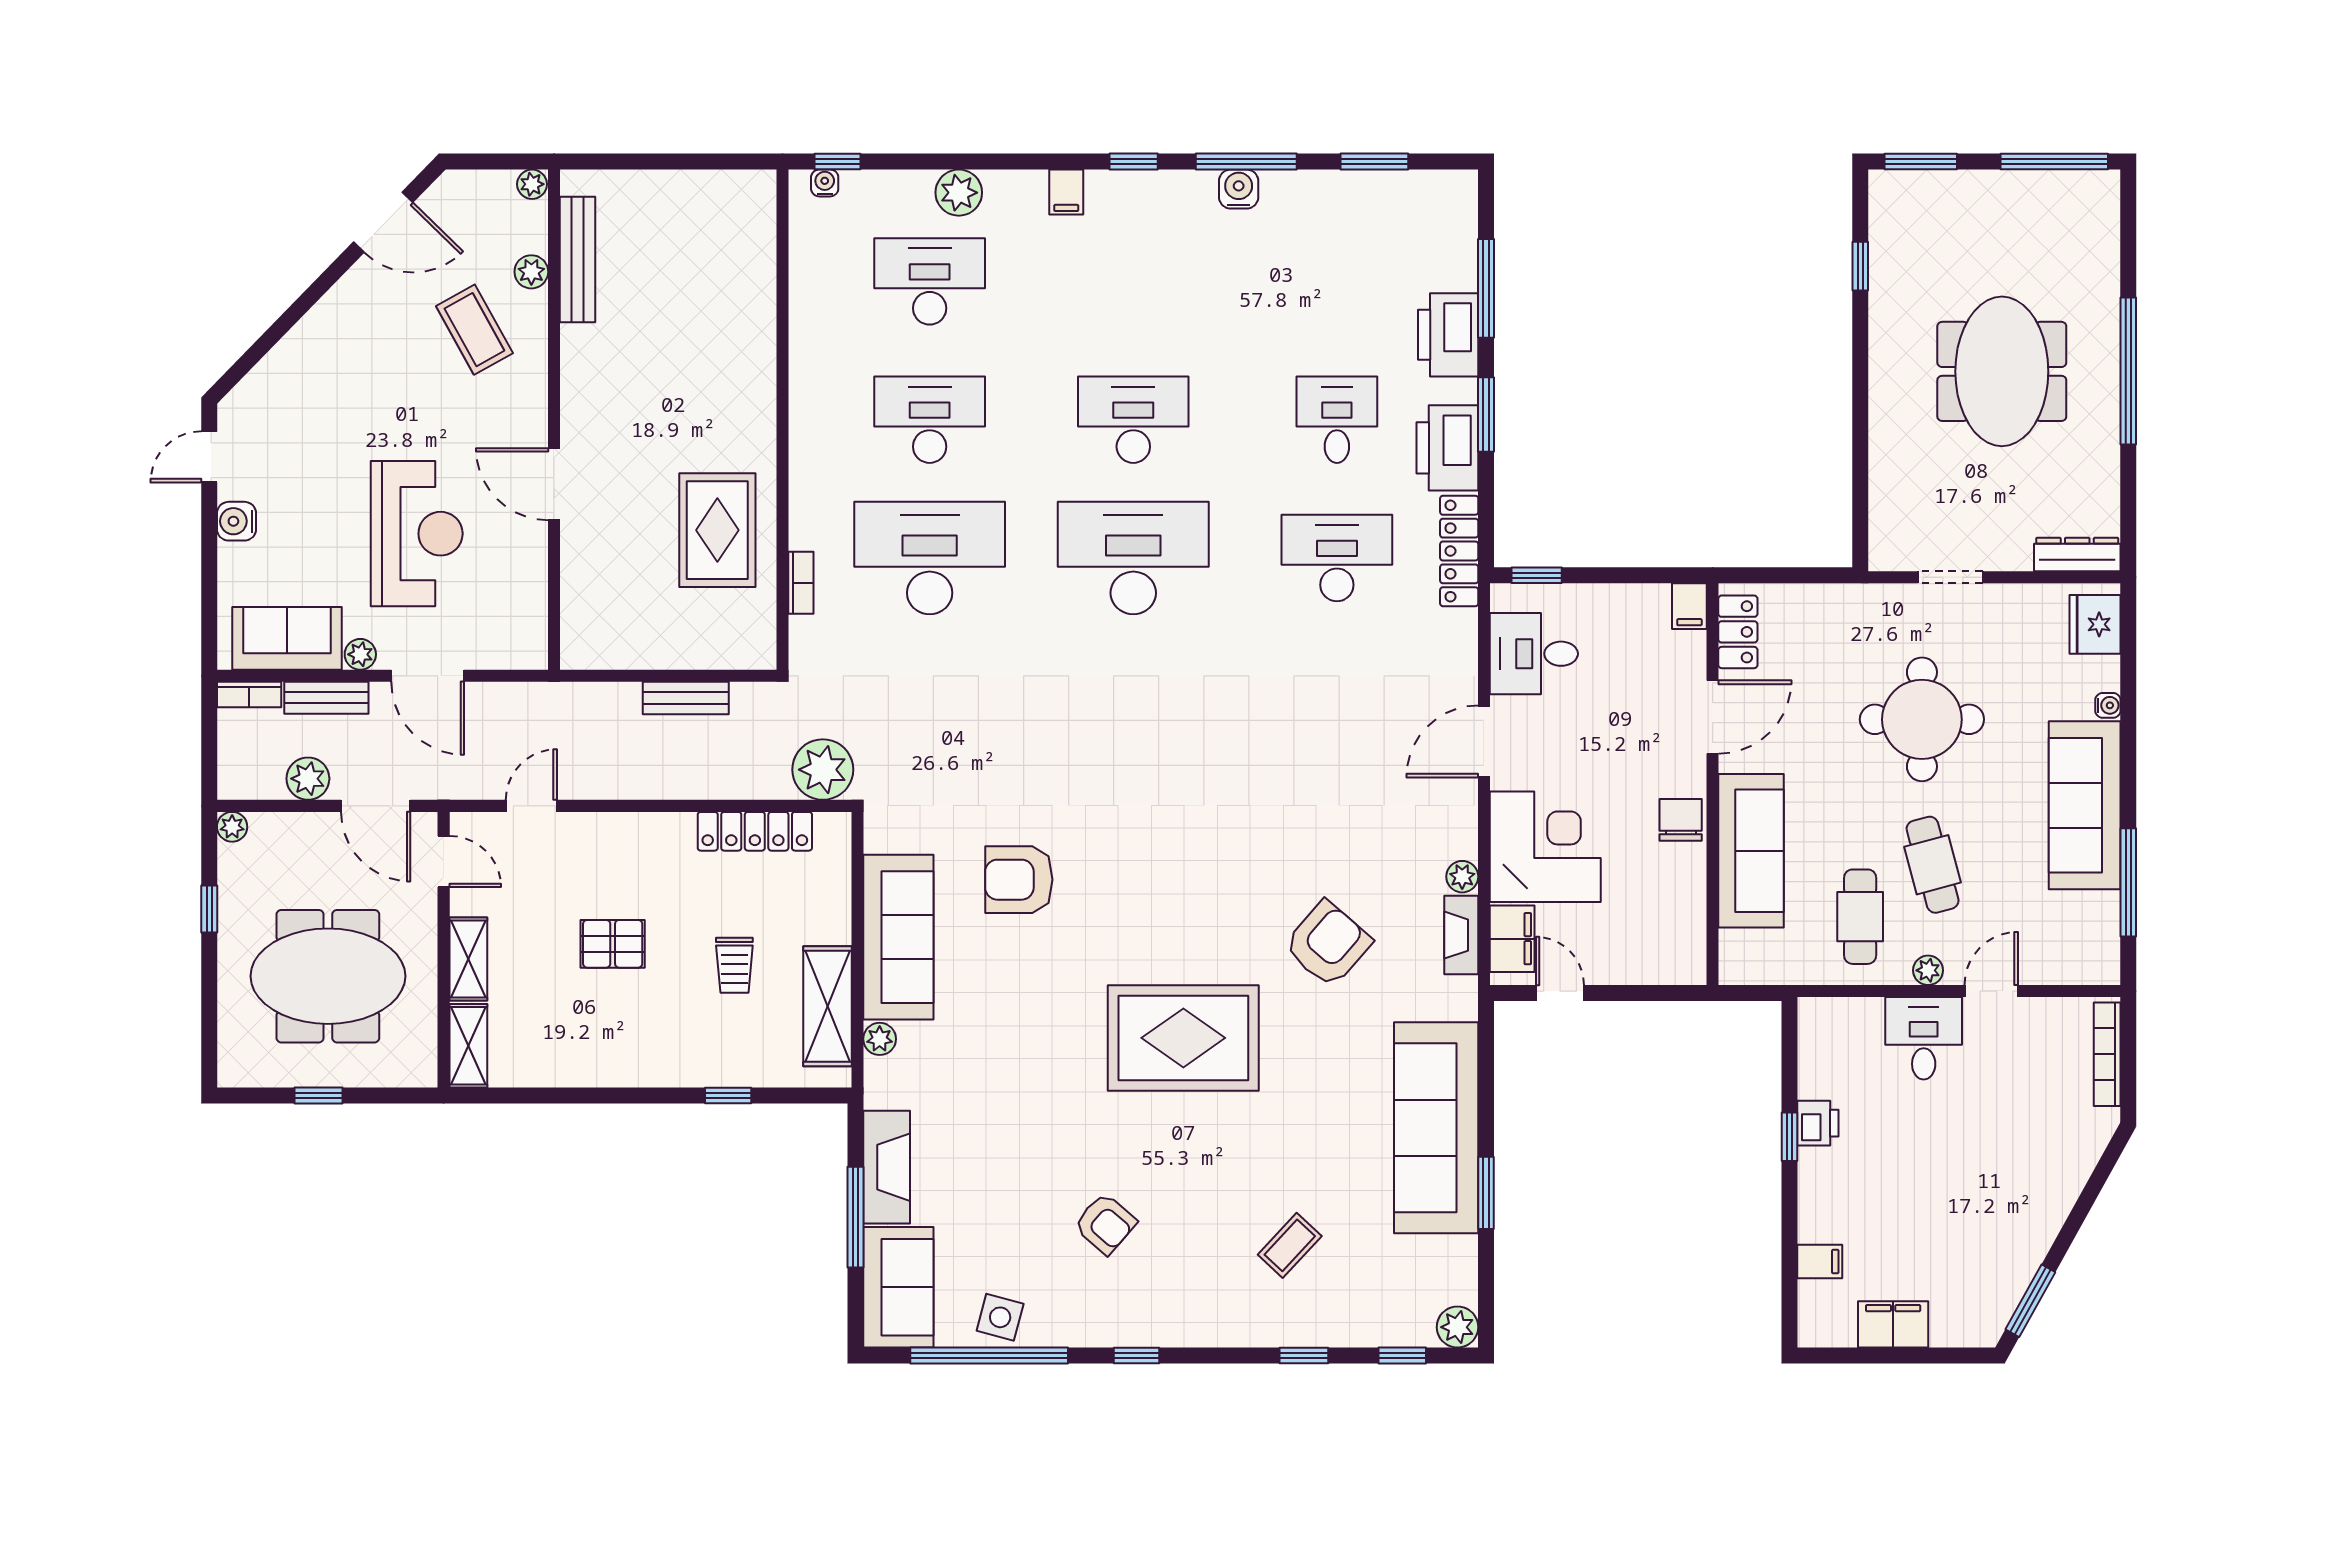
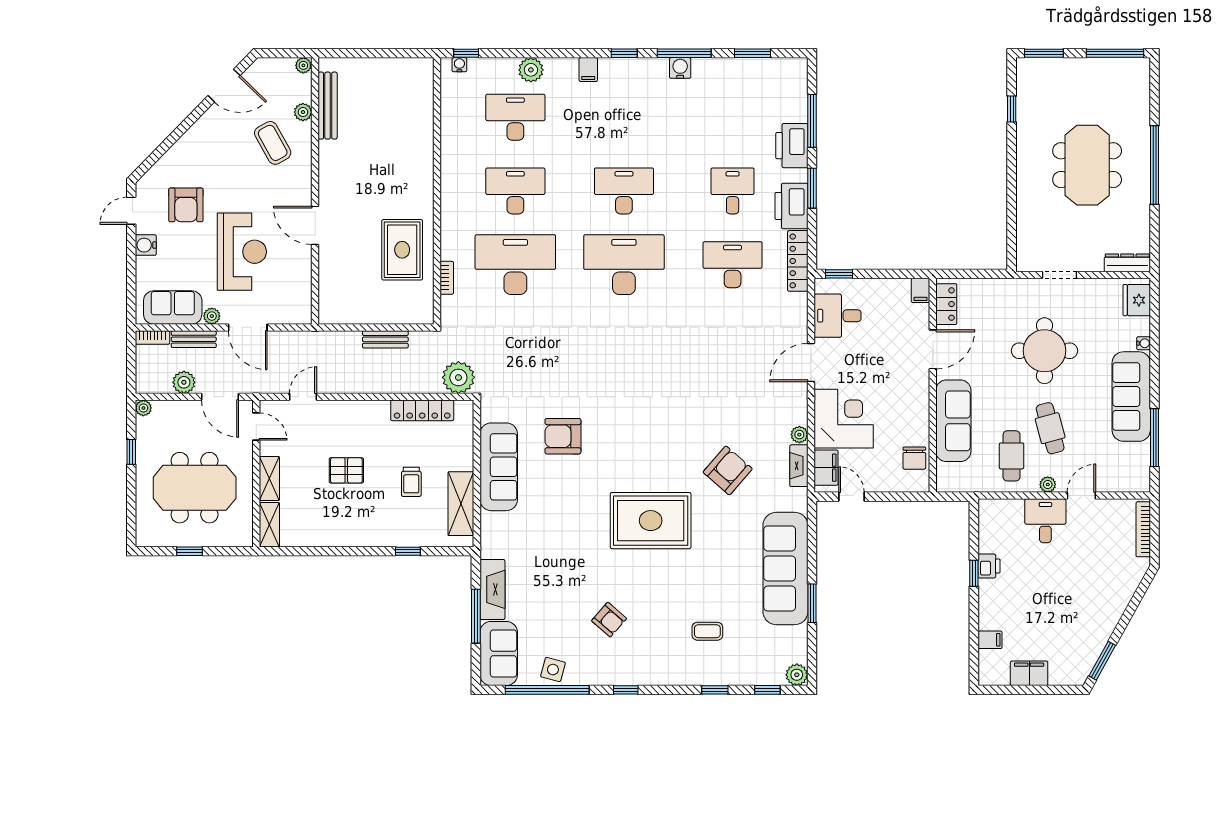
armchair: (312, 446) -> (186, 205), added
chair: (1681, 820) -> (914, 458), moved, turned 180
plant: (880, 1039) -> (489, 521), removed
coffee table: (1290, 1245) -> (707, 631), turned 47

